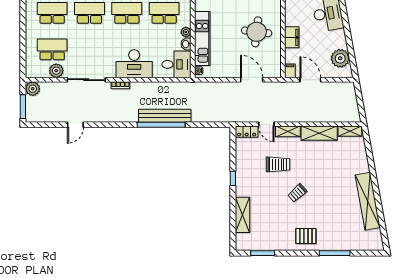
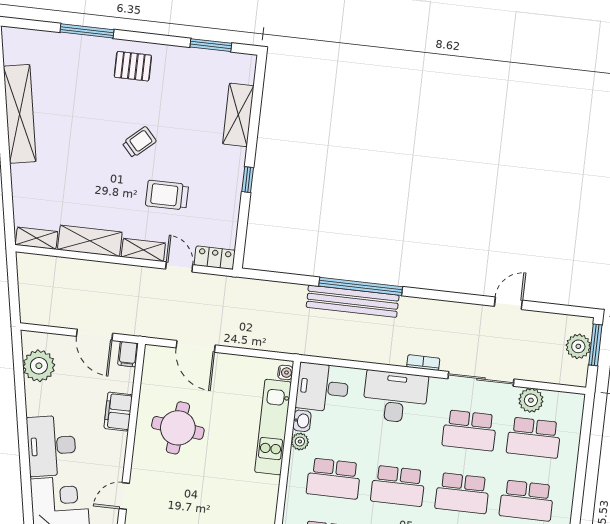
school desk: (89, 49) -> (469, 430), added
plant: (33, 89) -> (578, 346), moved

